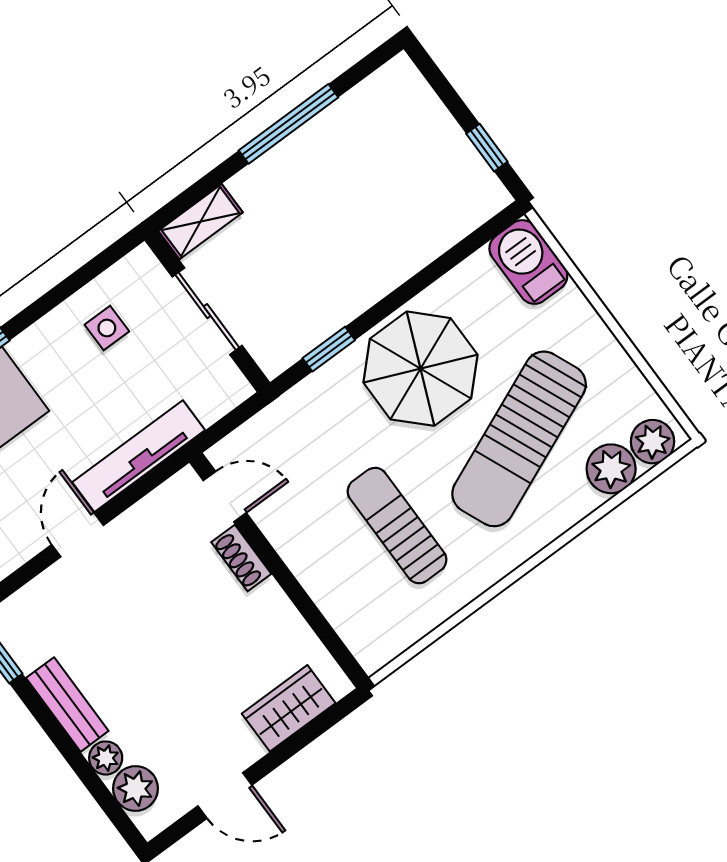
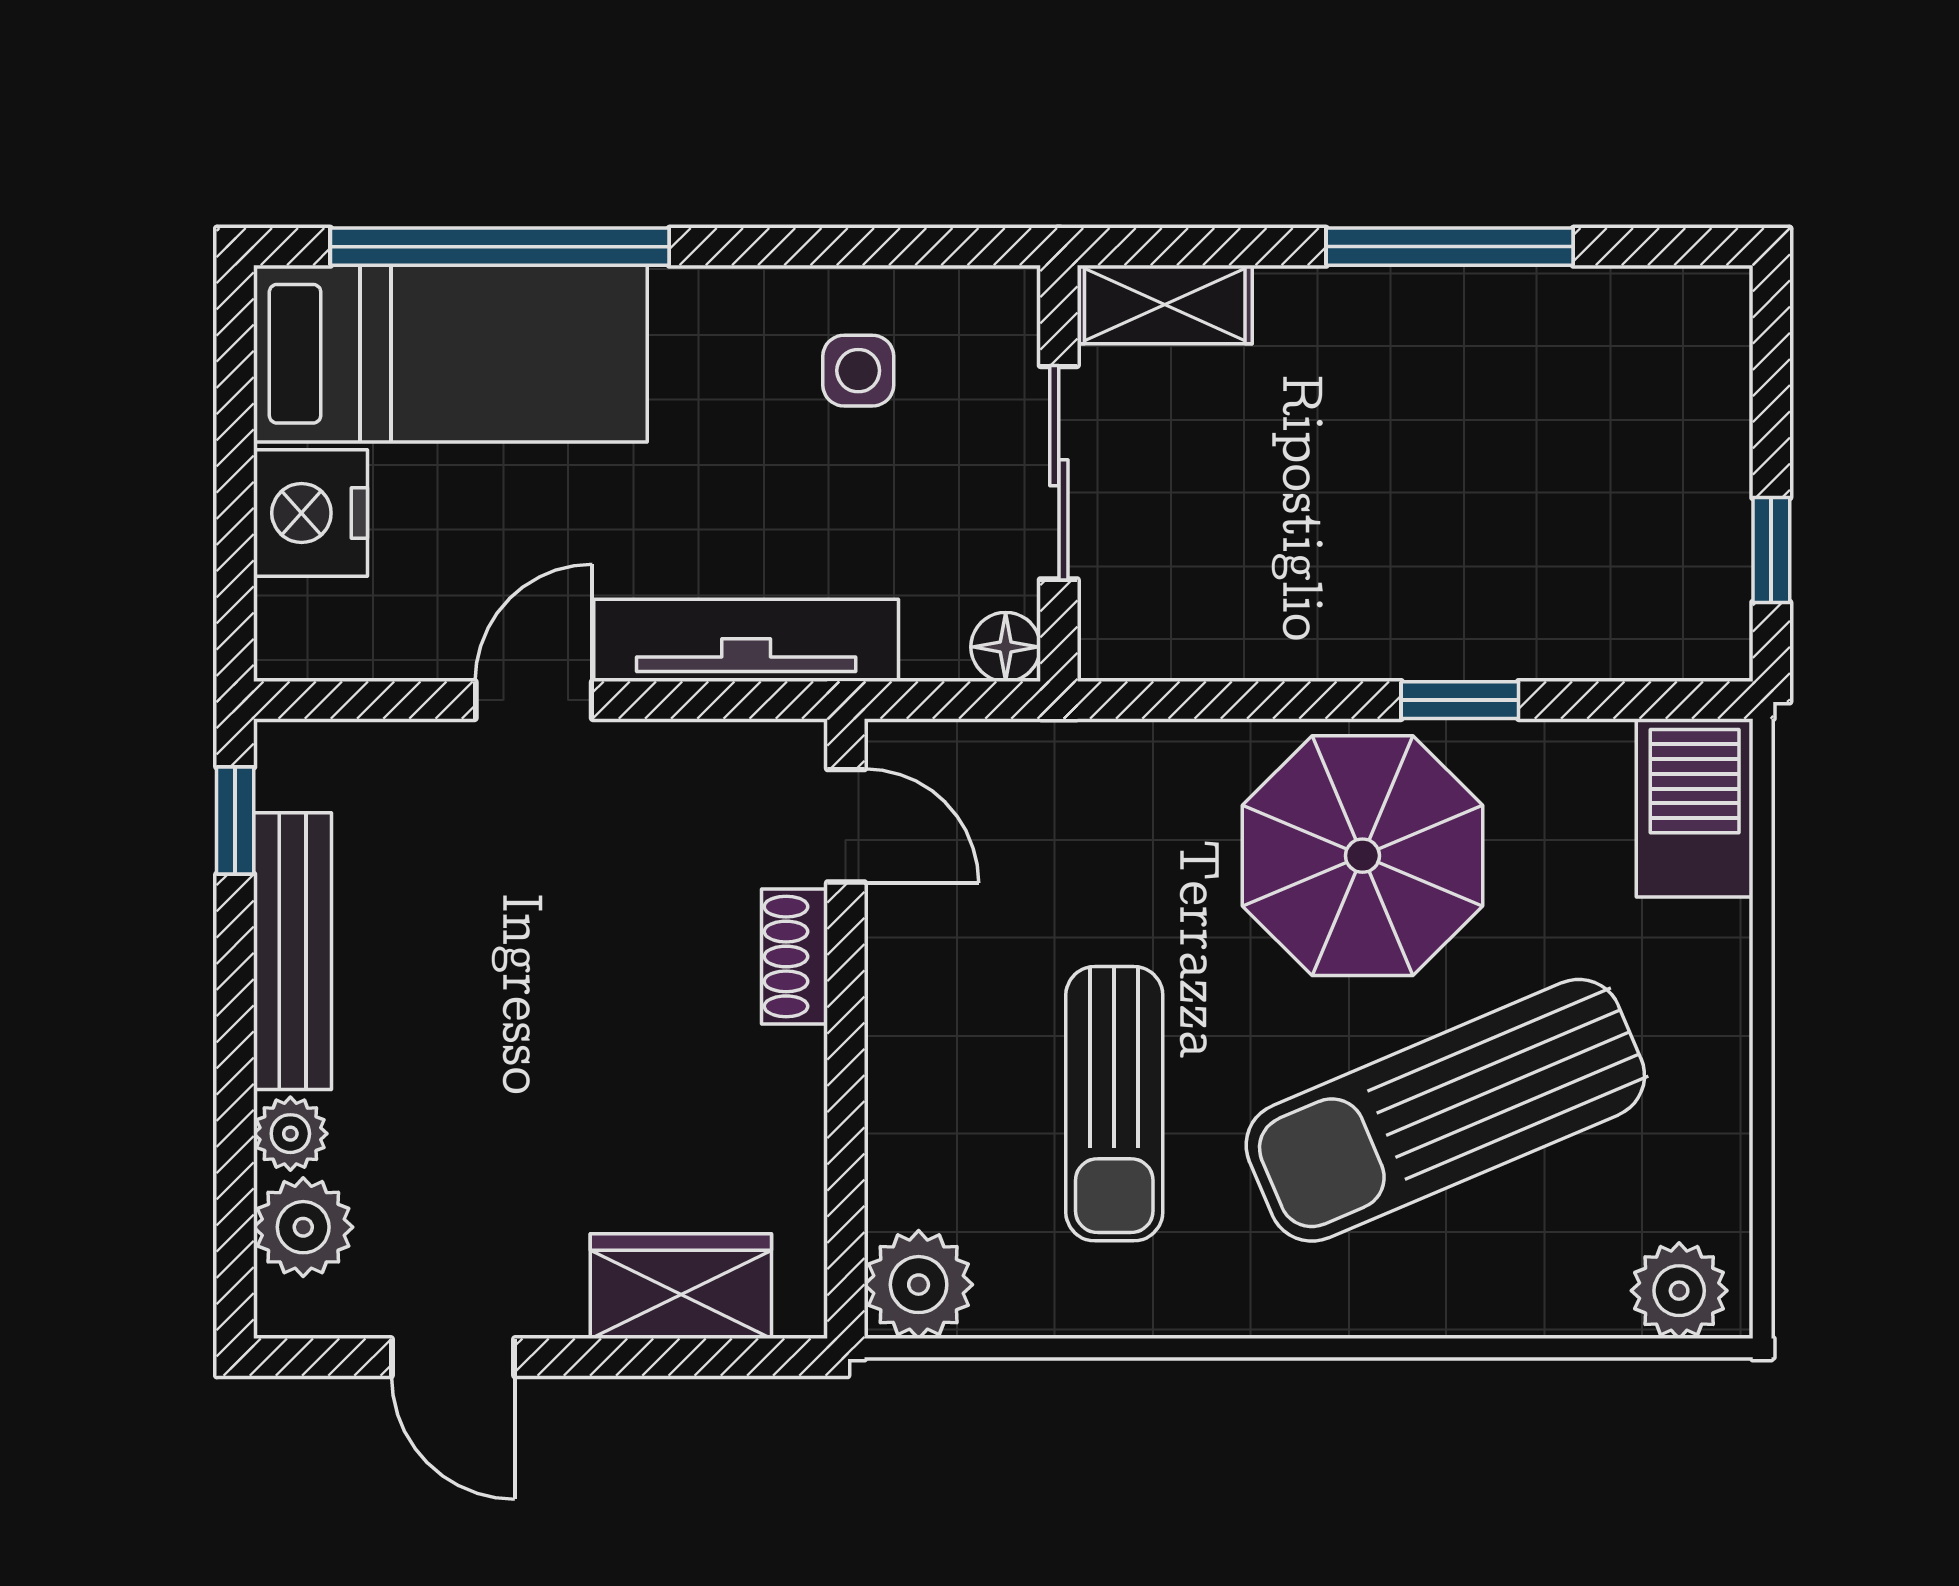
window: (329, 349) -> (1460, 700), moved
floor lamp: (235, 389) -> (1006, 647), added
plant: (611, 469) -> (919, 1285), moved
sun lounger: (397, 526) -> (1114, 1104), turned 180
bench: (67, 704) -> (292, 951), width x1.36

